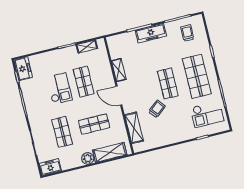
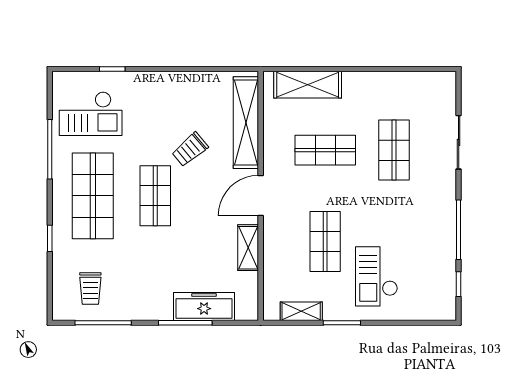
freezer: (151, 33) -> (204, 307), moved
freezer: (23, 69) -> (442, 298), removed
checkout: (59, 89) -> (377, 276), moved
door: (119, 96) -> (261, 196), swing flipped
checkout: (207, 114) -> (91, 114), turned 180
shelving: (134, 128) -> (246, 123), width x1.47
plant: (88, 158) -> (355, 83), removed
freezer: (50, 167) -> (436, 85), removed

